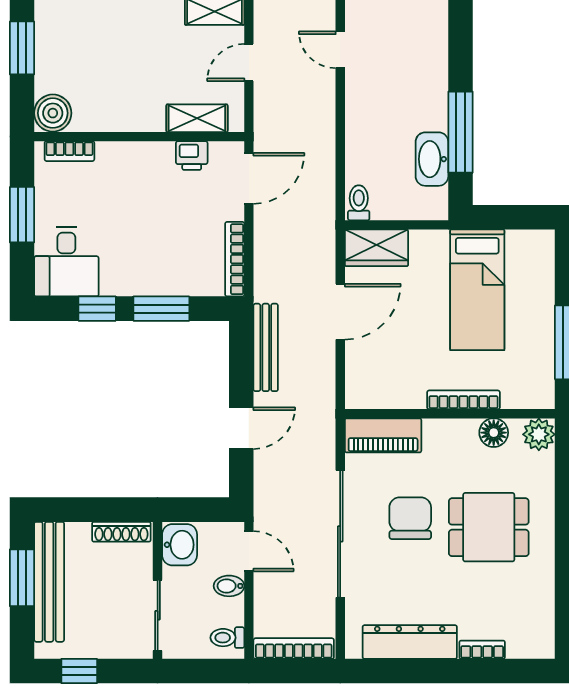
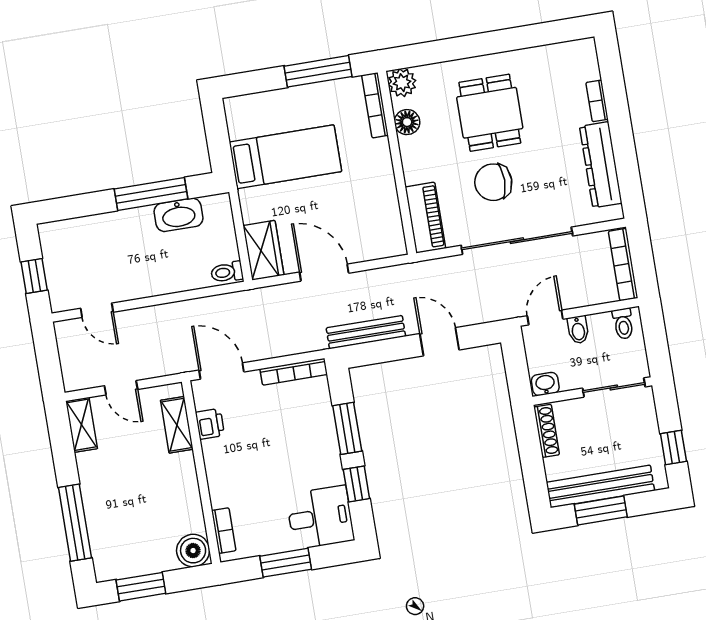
door: (340, 50) -> (97, 310), hinge flipped
bookcase: (463, 400) -> (375, 105), moved
washbasin: (180, 545) -> (545, 384), width x0.72, depth x0.69

